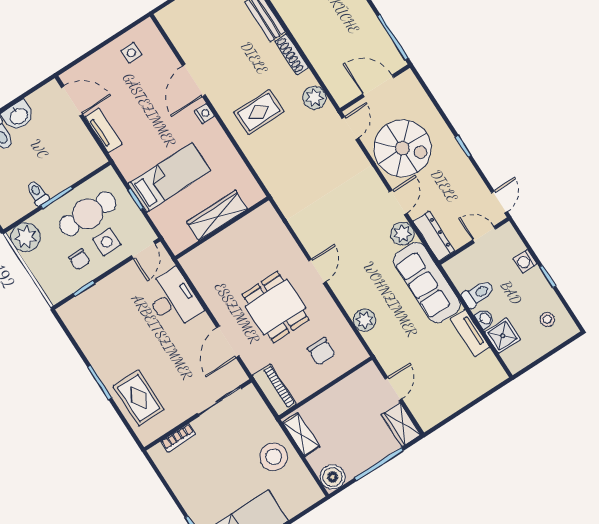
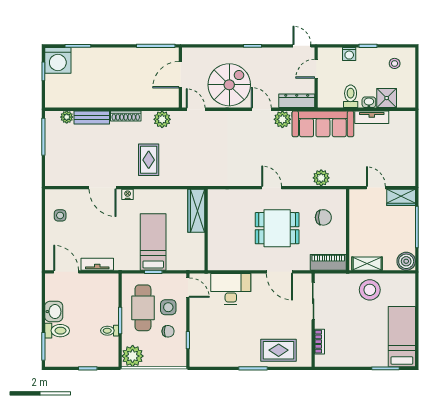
door: (72, 101) -> (66, 272), hinge flipped
wardrobe: (217, 215) -> (196, 211), moved

